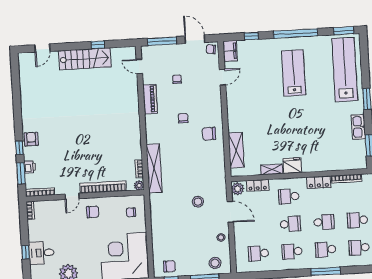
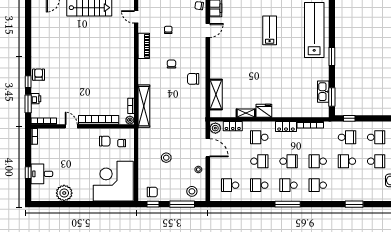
lab bench: (294, 73) -> (270, 30), width x0.73, depth x0.72
kitchen sink: (358, 127) -> (323, 92), moved
door: (72, 196) -> (71, 126), swing flipped
stool: (198, 202) -> (166, 158), moved
chair: (93, 212) -> (105, 141), moved

